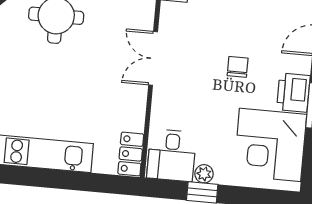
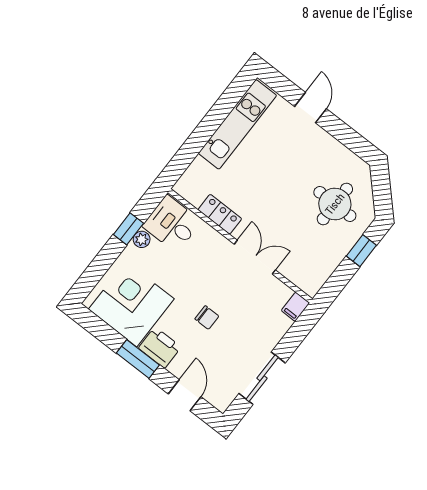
locker: (131, 154) -> (220, 214), moved

